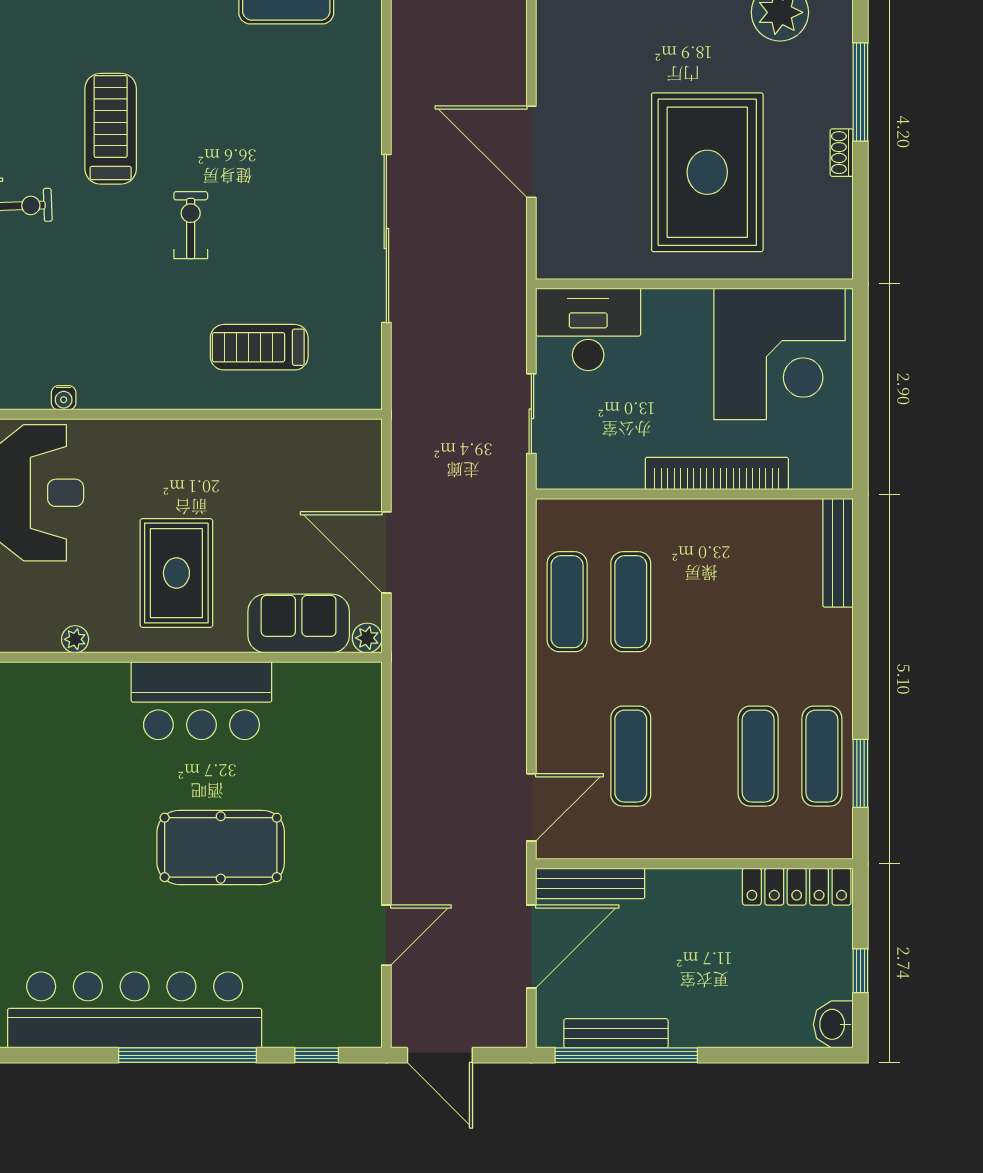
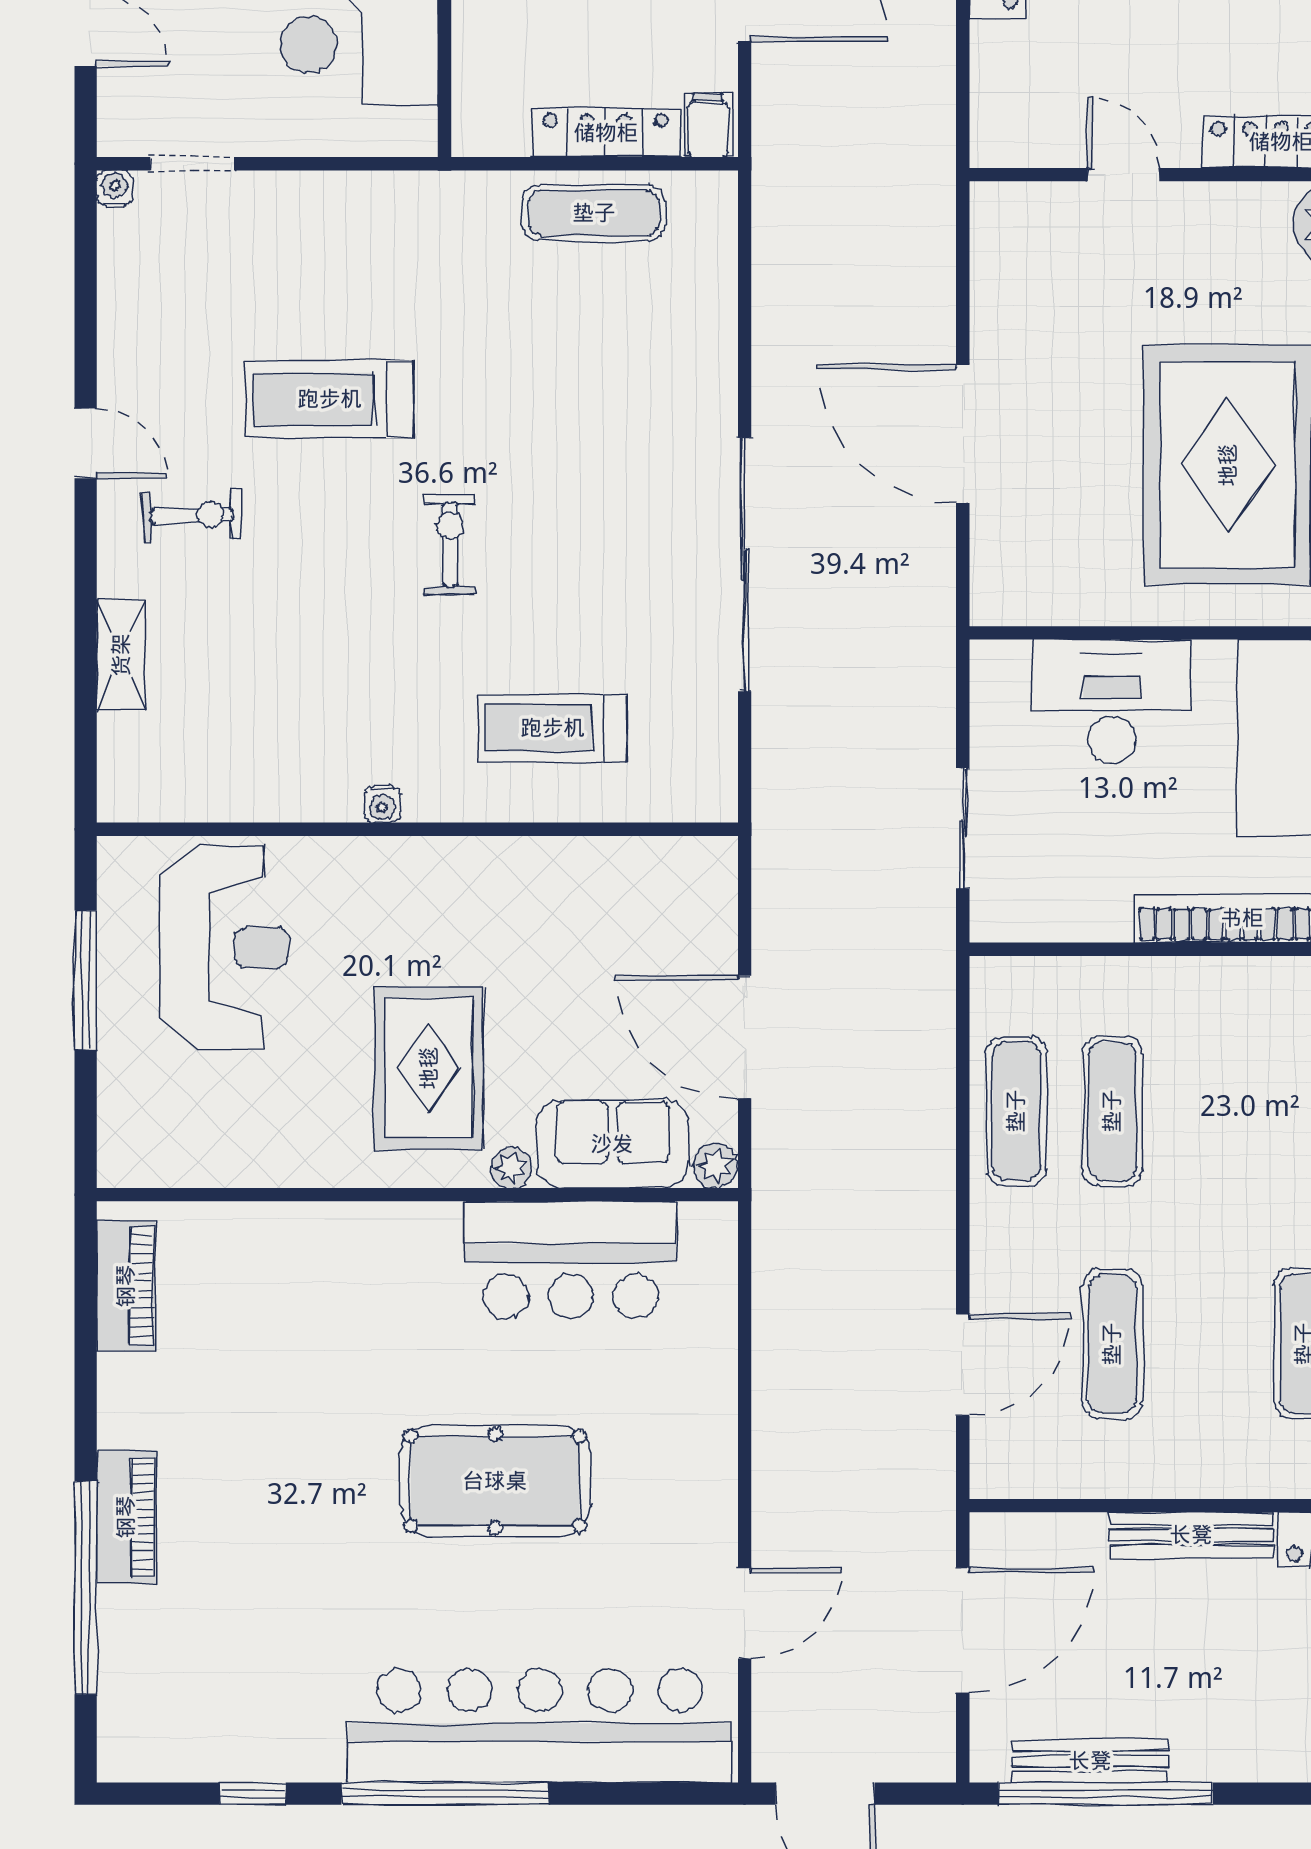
treadmill: (111, 129) -> (330, 399), turned -90
desk: (588, 329) -> (1112, 701), moved
water cooler: (64, 398) -> (382, 804), moved
plant: (75, 639) -> (511, 1168), moved
bar counter: (201, 701) -> (571, 1260), moved
door: (531, 807) -> (963, 1365), moved
bench: (590, 883) -> (1191, 1535), moved
bar counter: (135, 1010) -> (540, 1726), moved
window: (317, 1055) -> (253, 1794), moved

